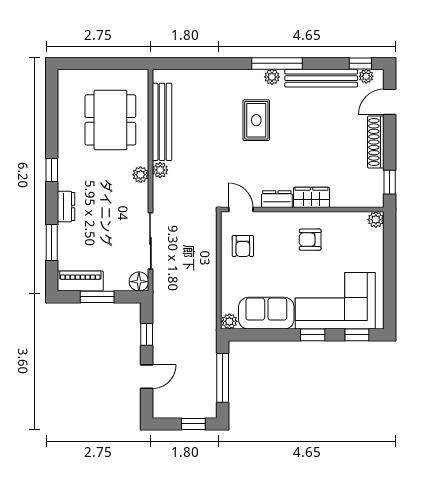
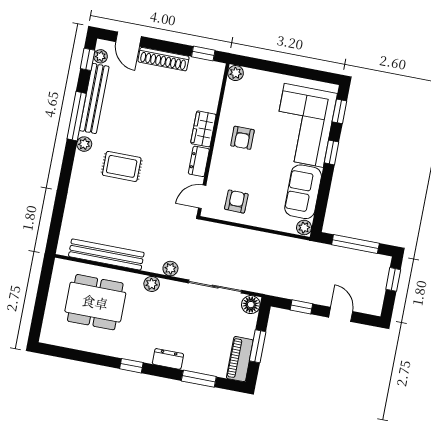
window: (277, 63) -> (77, 116), moved
plant: (160, 170) -> (170, 269), moved
armchair: (243, 246) -> (236, 202), turned -89

